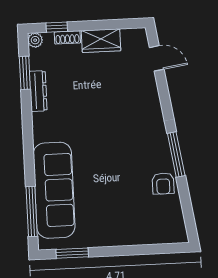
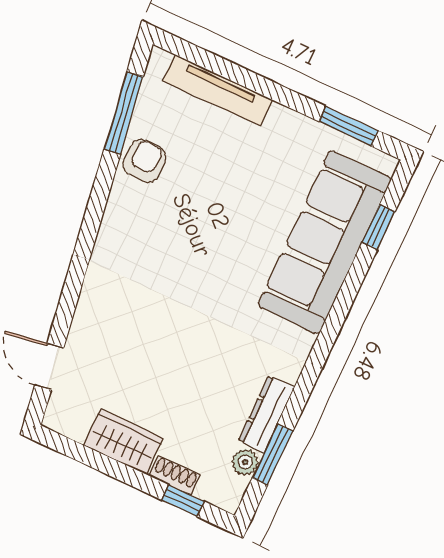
plant: (35, 40) -> (245, 462), moved
window: (176, 155) -> (124, 113), moved
window: (32, 211) -> (379, 227), width x0.46
tv unit: (146, 237) -> (217, 90), added

